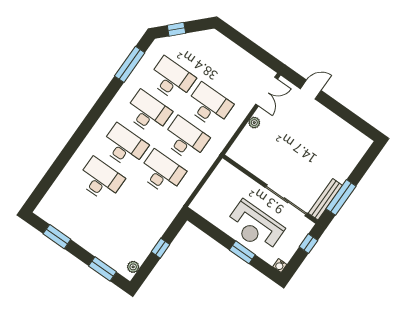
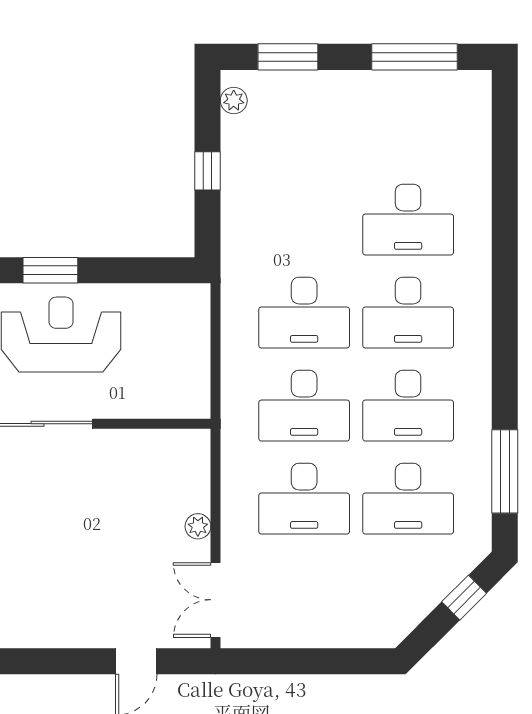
window: (57, 237) -> (415, 57), width x1.44

